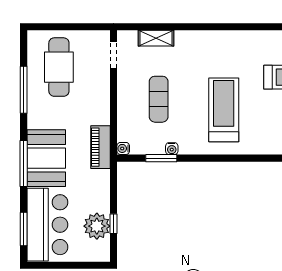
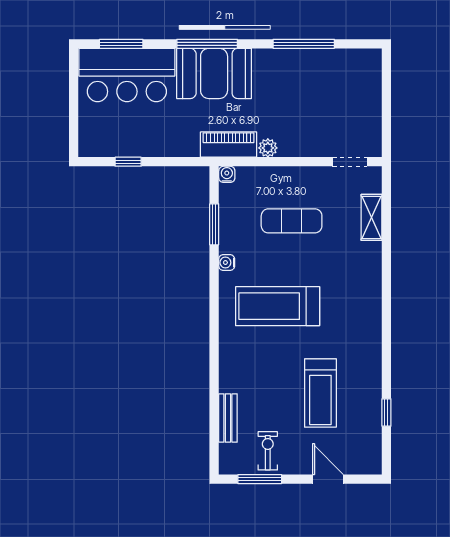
cafe table: (59, 67) -> (334, 90), removed
treadmill: (224, 110) -> (278, 306), turned 180
water cooler: (172, 149) -> (227, 263), moved
plant: (97, 226) -> (268, 148), moved, width x0.53, depth x0.53

